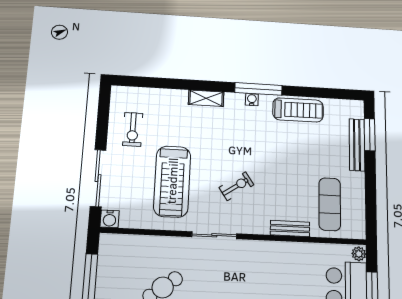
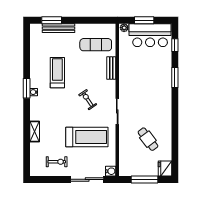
window: (258, 89) -> (27, 88), width x0.69
shelving: (206, 98) -> (35, 132), moved
treadmill: (298, 110) -> (57, 73), moved

